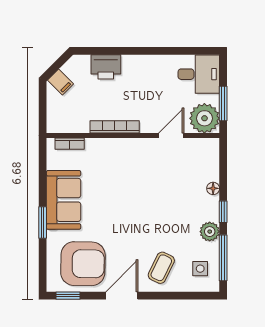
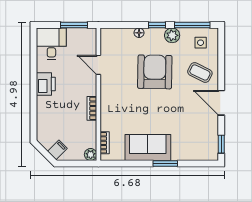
printer: (106, 67) -> (46, 84), moved
plant: (204, 118) -> (91, 154), moved, width x0.53, depth x0.53
bookcase: (115, 127) -> (92, 108), width x0.64
armchair: (83, 264) -> (155, 72), moved

